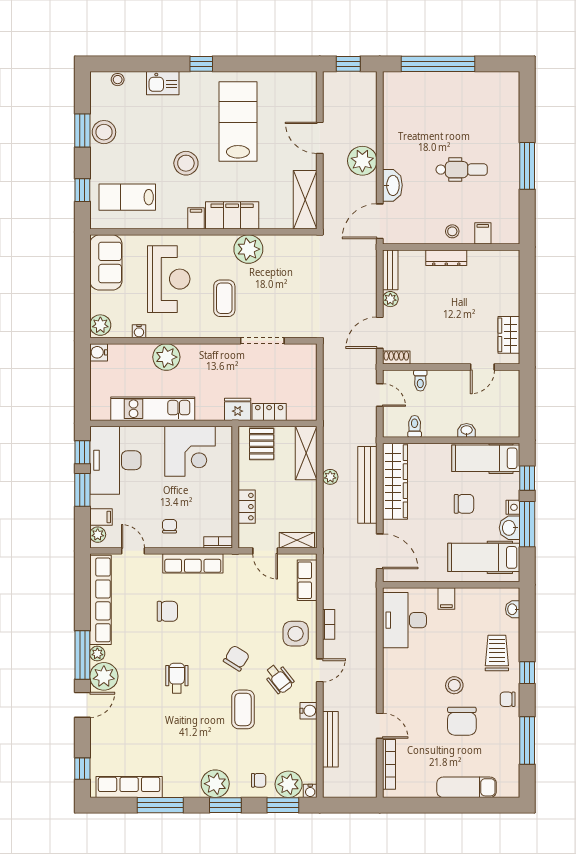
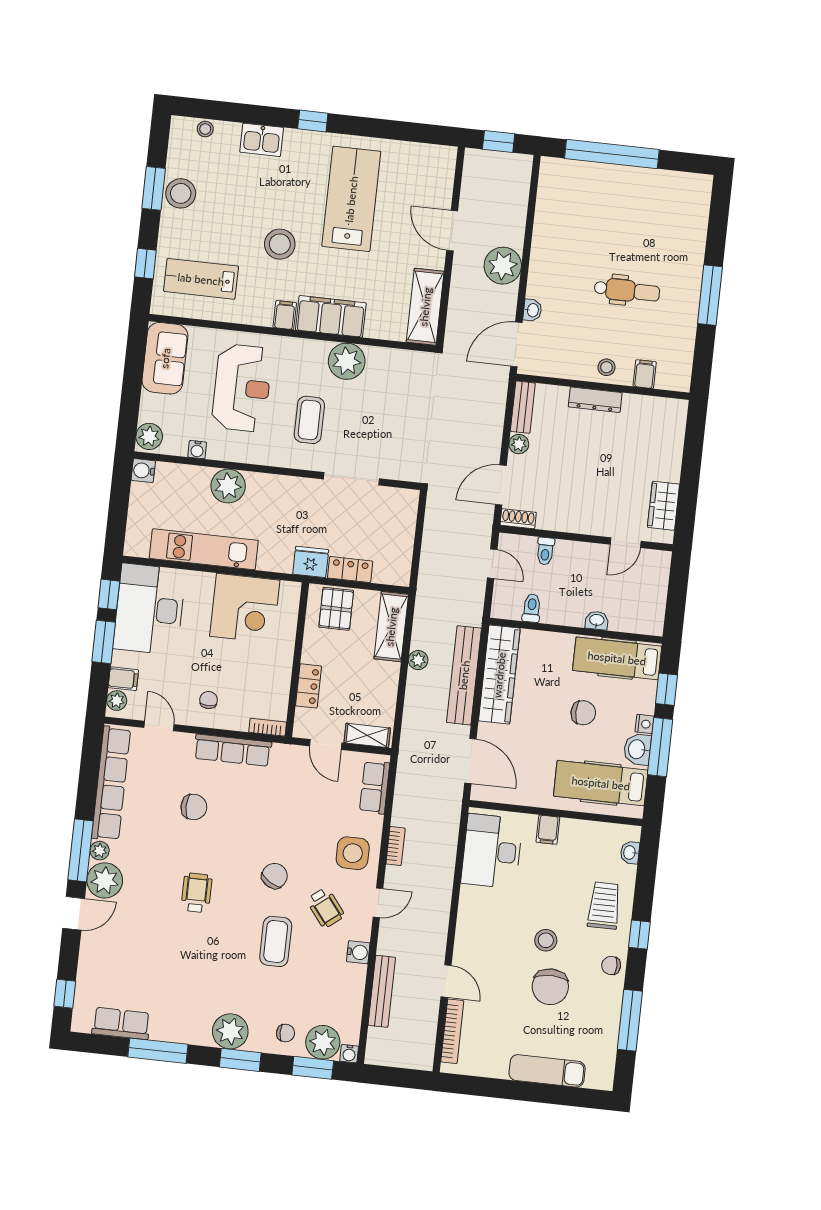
washbasin: (392, 185) -> (532, 310), width x0.52, depth x0.69
row of seats: (129, 787) -> (121, 1023), width x0.68

